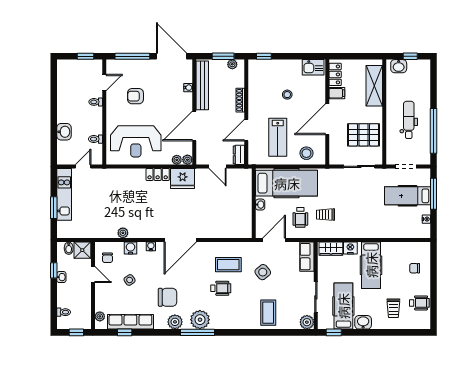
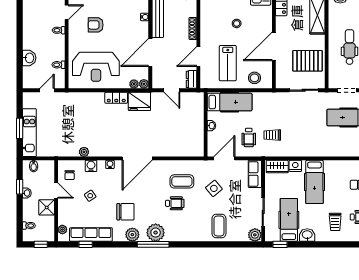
filing cabinet: (337, 93) -> (283, 22), removed
hospital bed: (287, 183) -> (230, 102), width x0.73, depth x0.78
kitchen unit: (64, 194) -> (29, 133), moved
shower: (82, 250) -> (47, 207), moved

